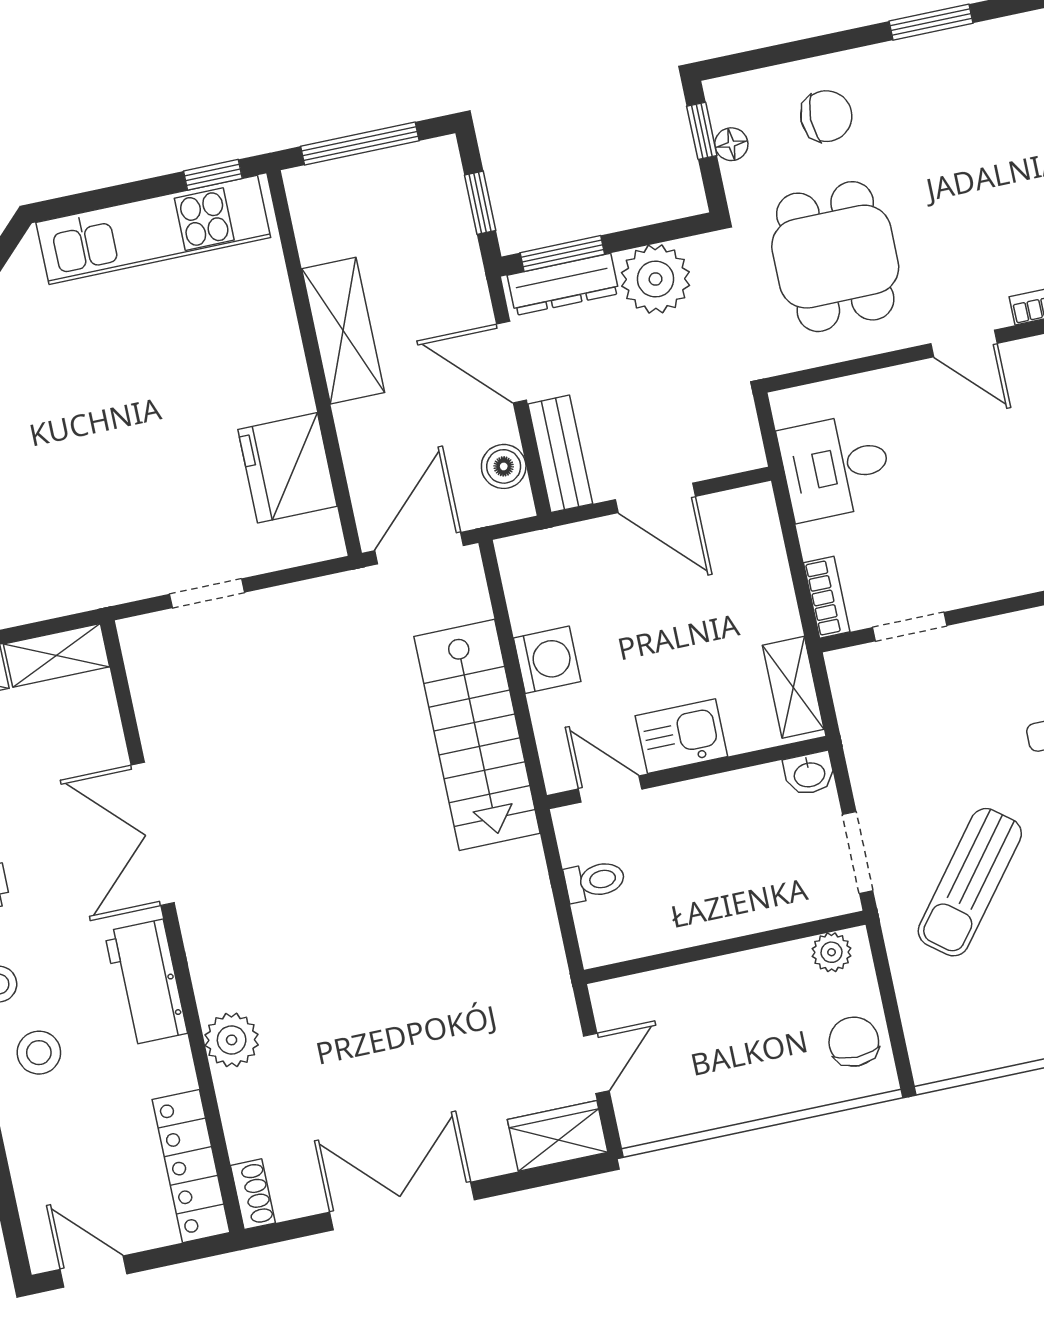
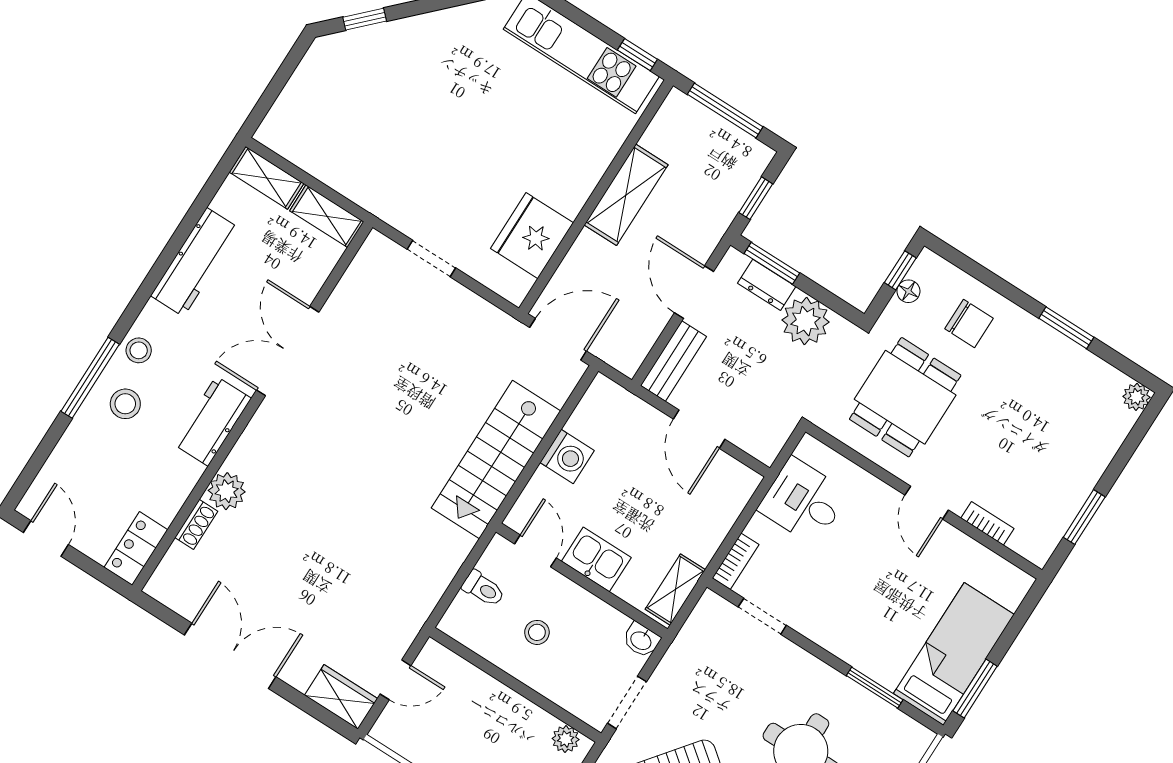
dresser: (563, 284) -> (767, 285), width x0.70
boiler: (504, 466) -> (639, 340), removed
stool: (694, 871) -> (537, 632), added
locker: (191, 1166) -> (136, 549), width x0.66
shoe rack: (253, 1194) -> (196, 524), moved

